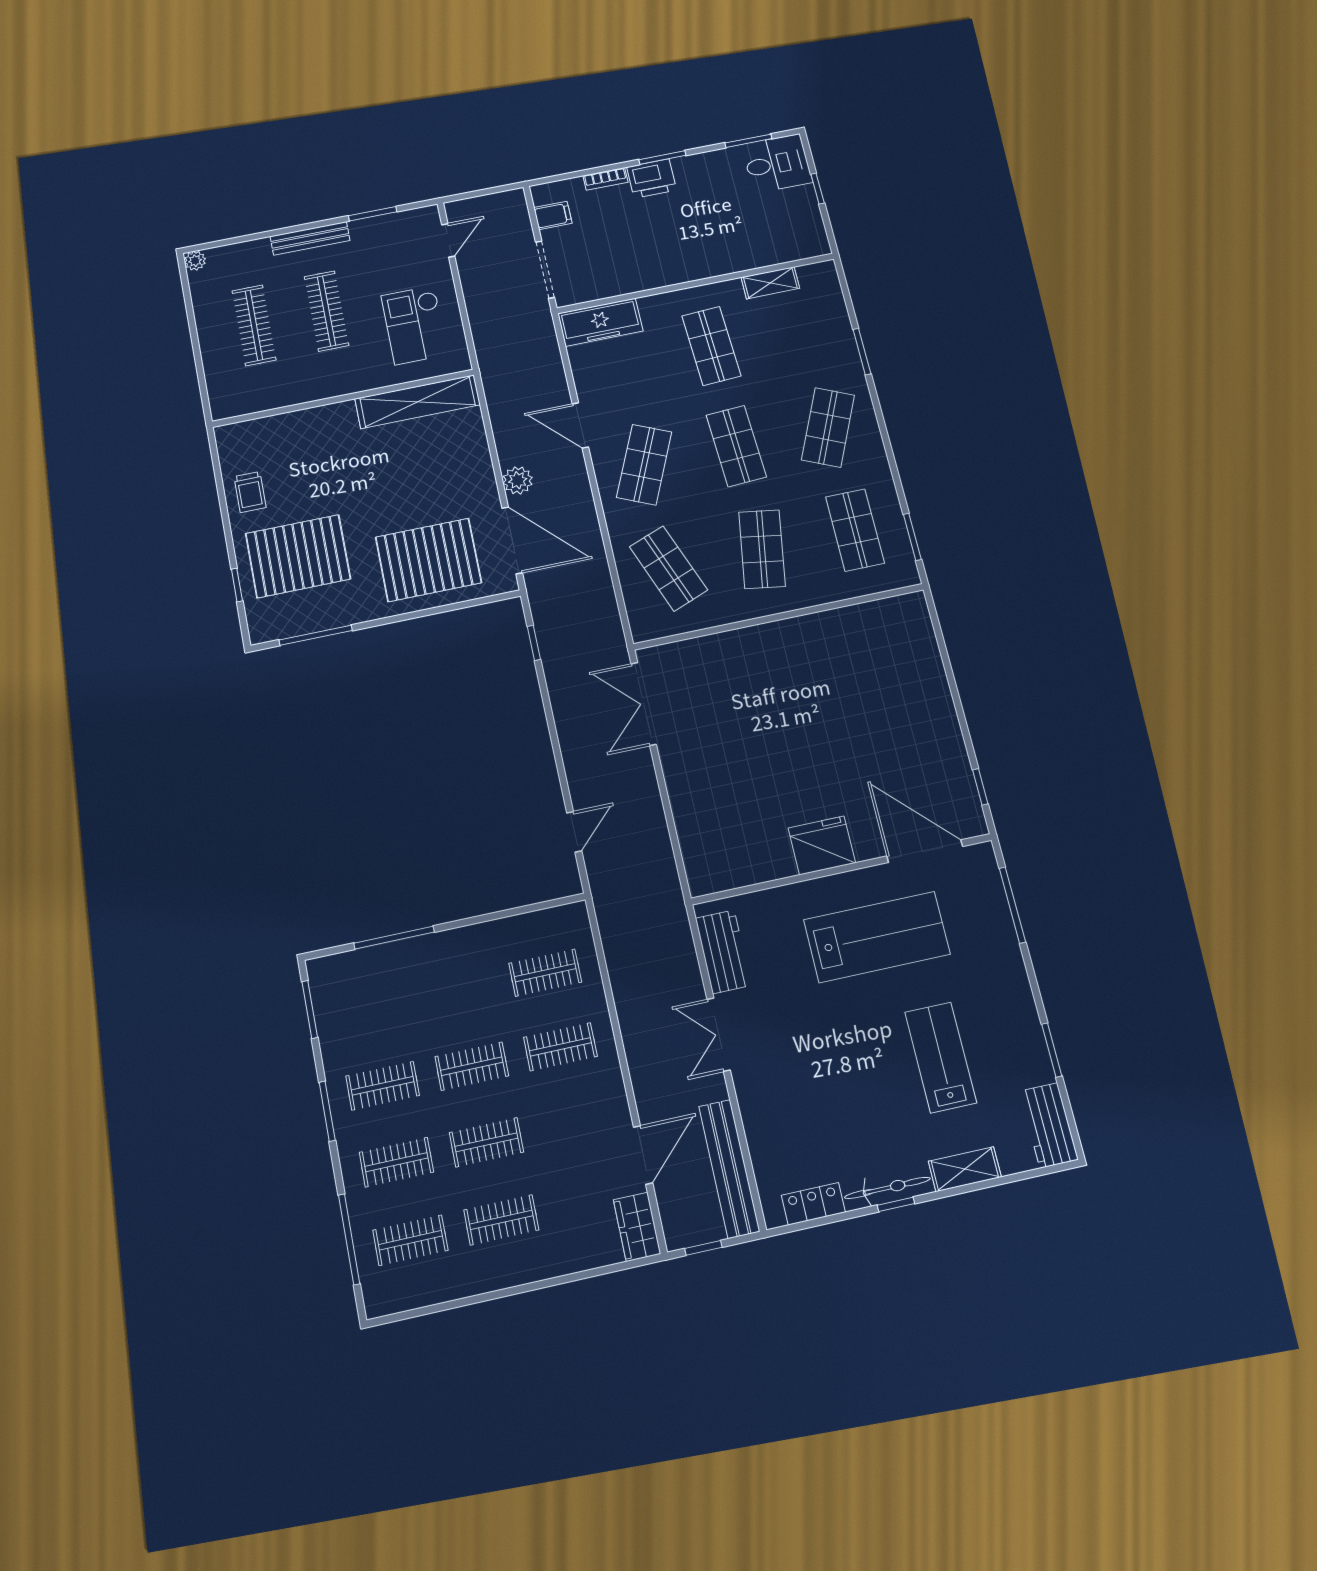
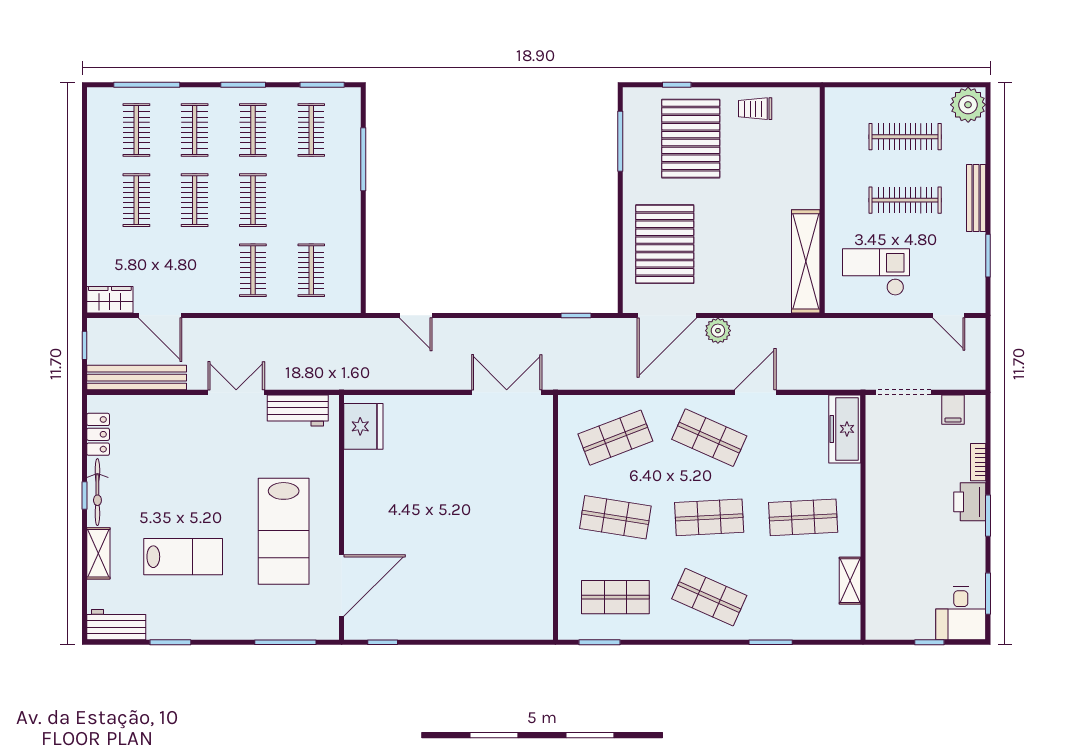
plant: (195, 261) -> (968, 105), width x1.88, depth x1.88
fridge: (822, 845) -> (363, 426), moved
clothes rail: (369, 1011) -> (311, 130), added

